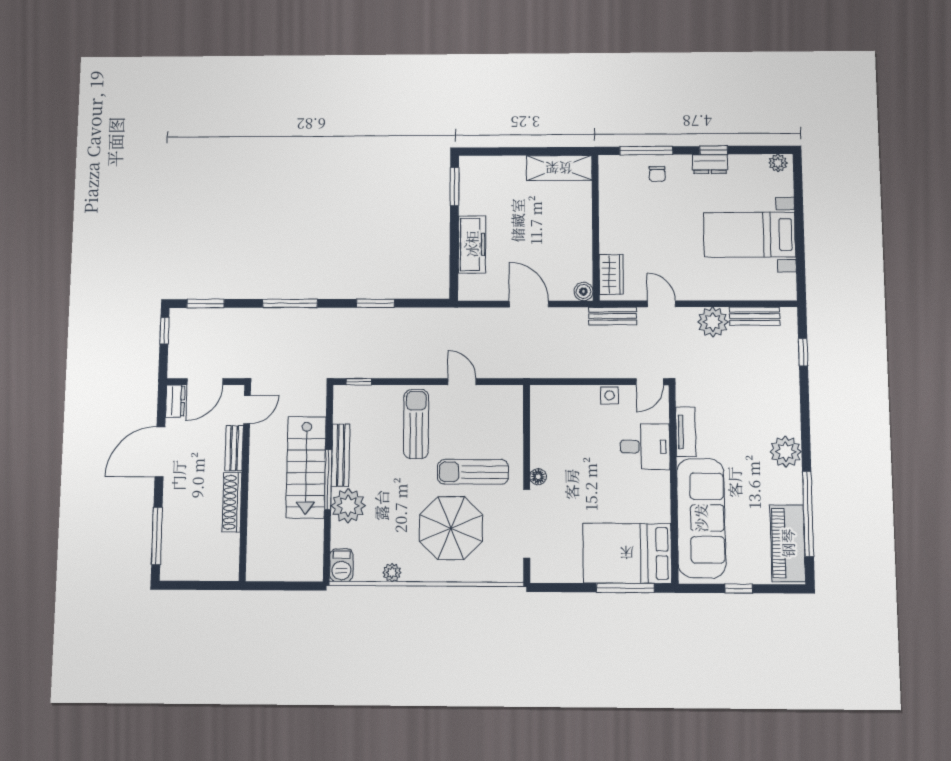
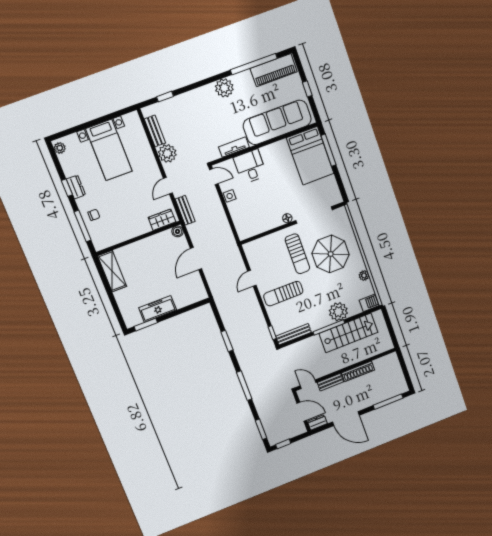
freezer: (472, 244) -> (158, 309), moved
bench: (341, 455) -> (293, 334), moved
stairs: (306, 467) -> (348, 333), moved

